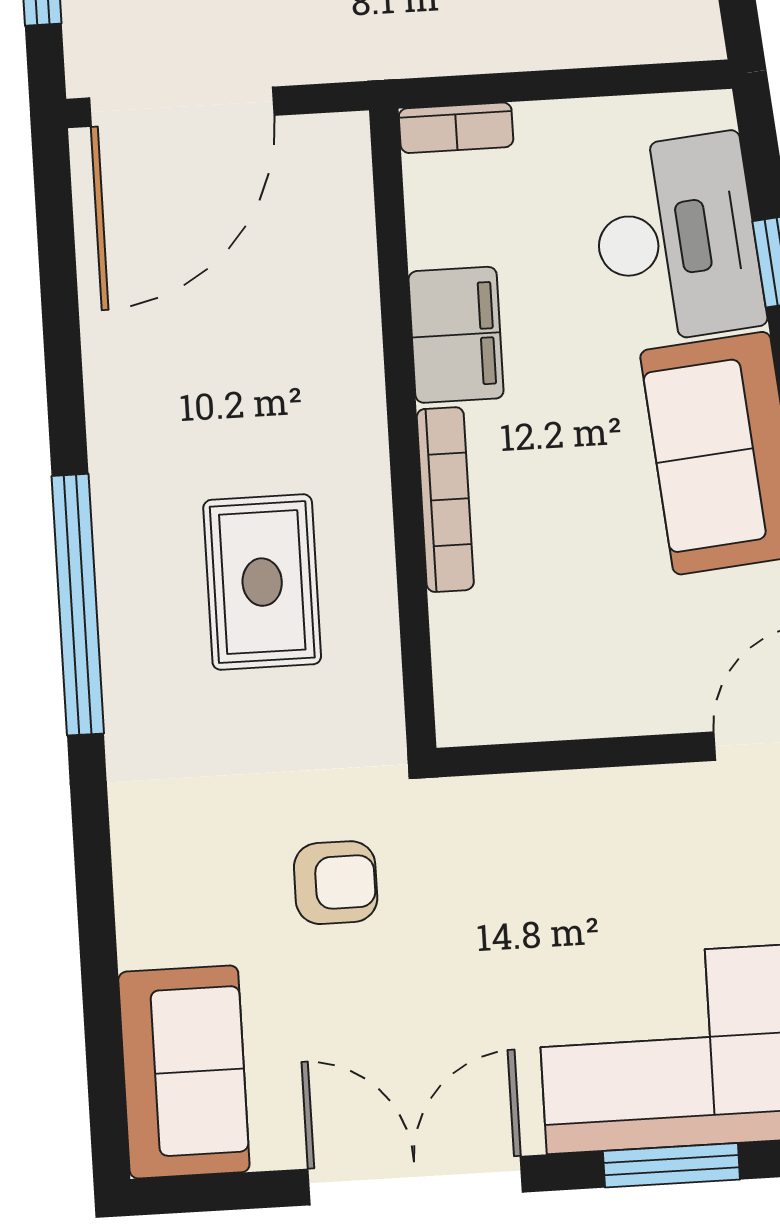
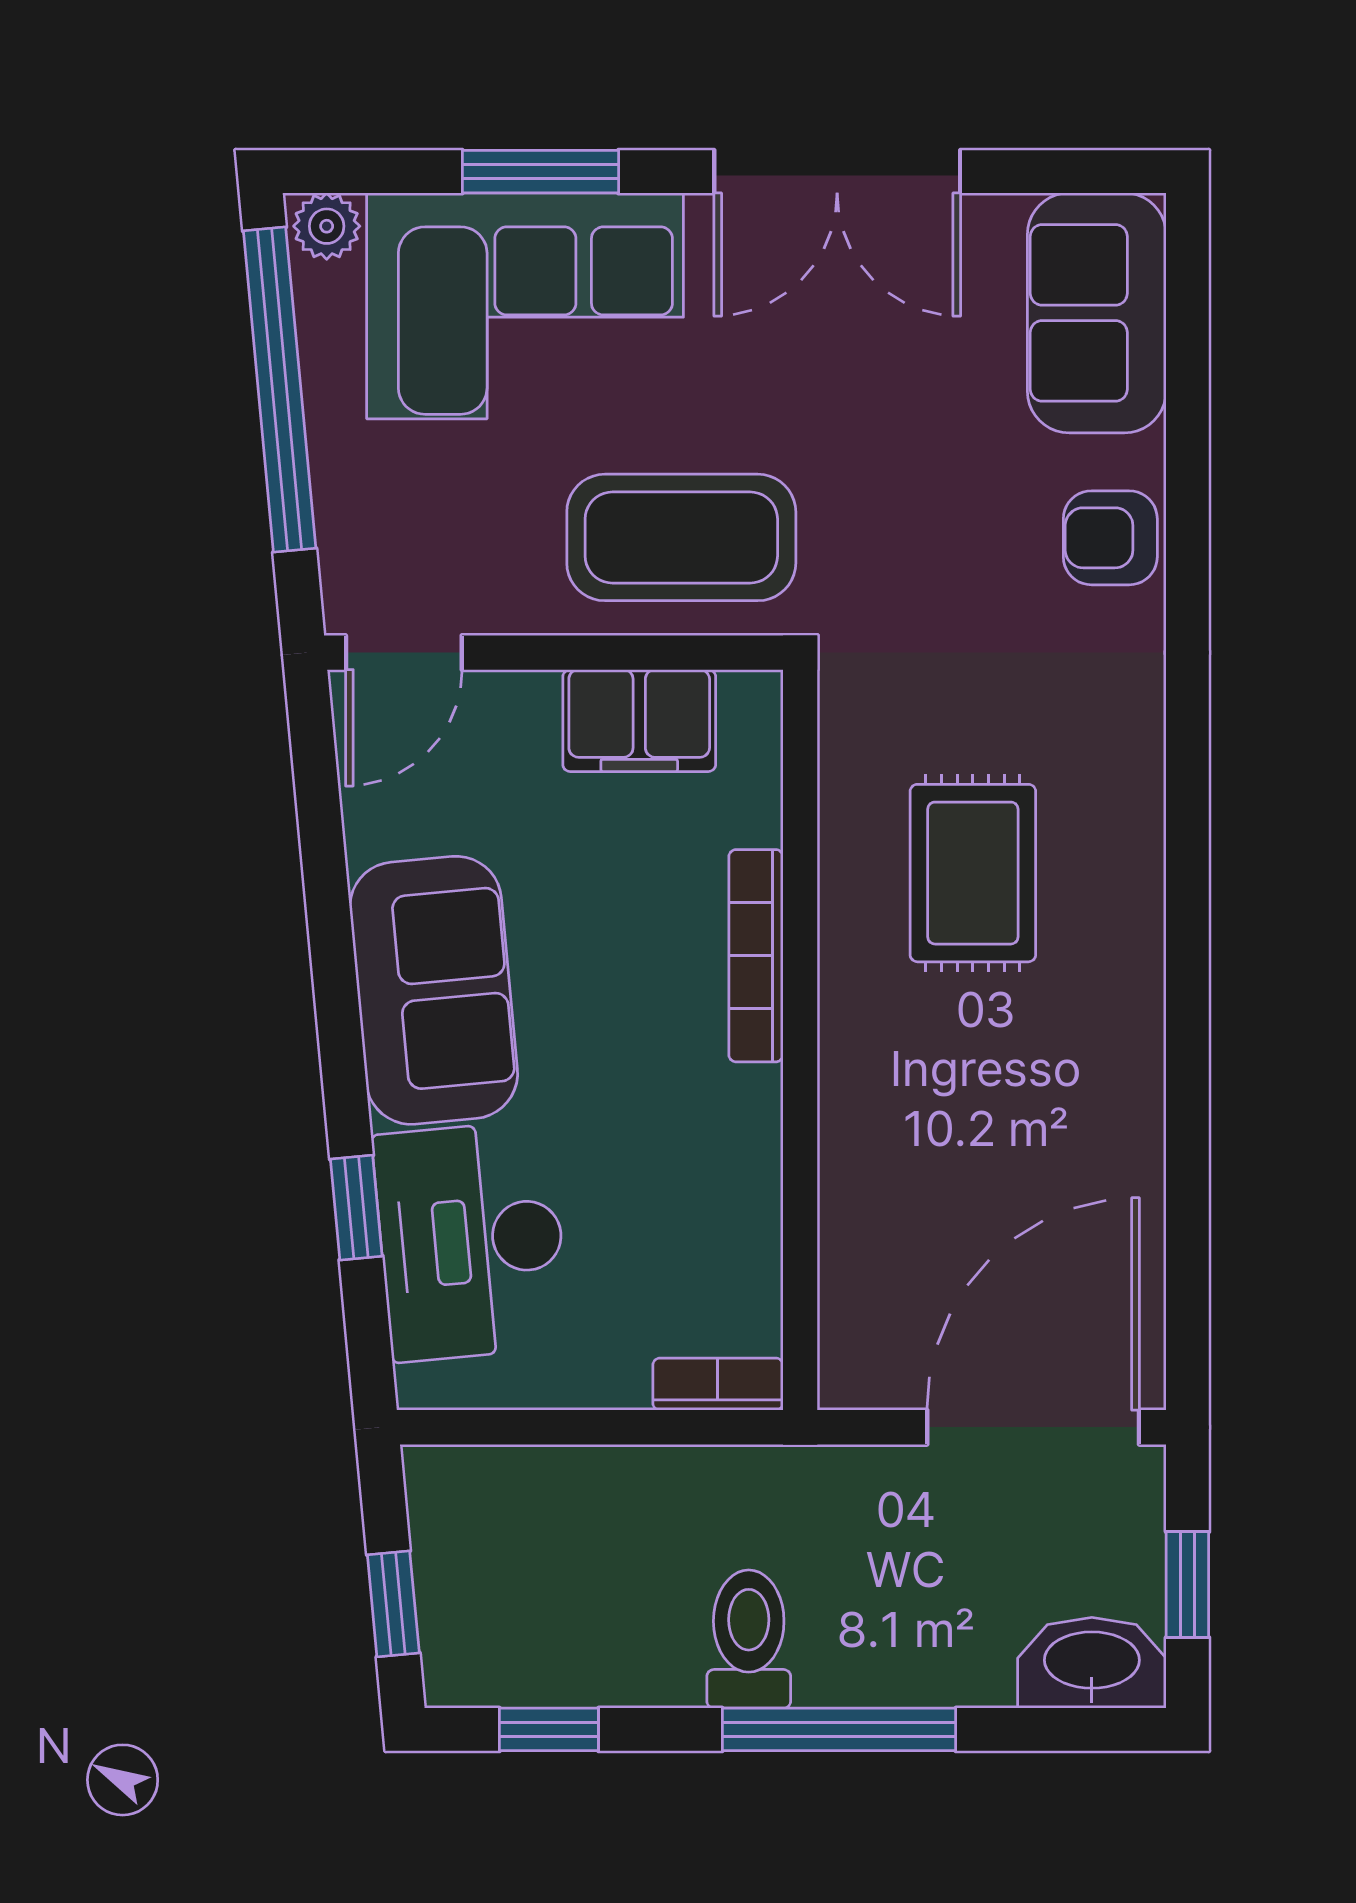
filing cabinet: (456, 335) -> (639, 721), moved, turned -90
window: (78, 605) -> (1187, 860), removed
coffee table: (531, 857) -> (681, 537), added
armchair: (336, 883) -> (1110, 538), moved

